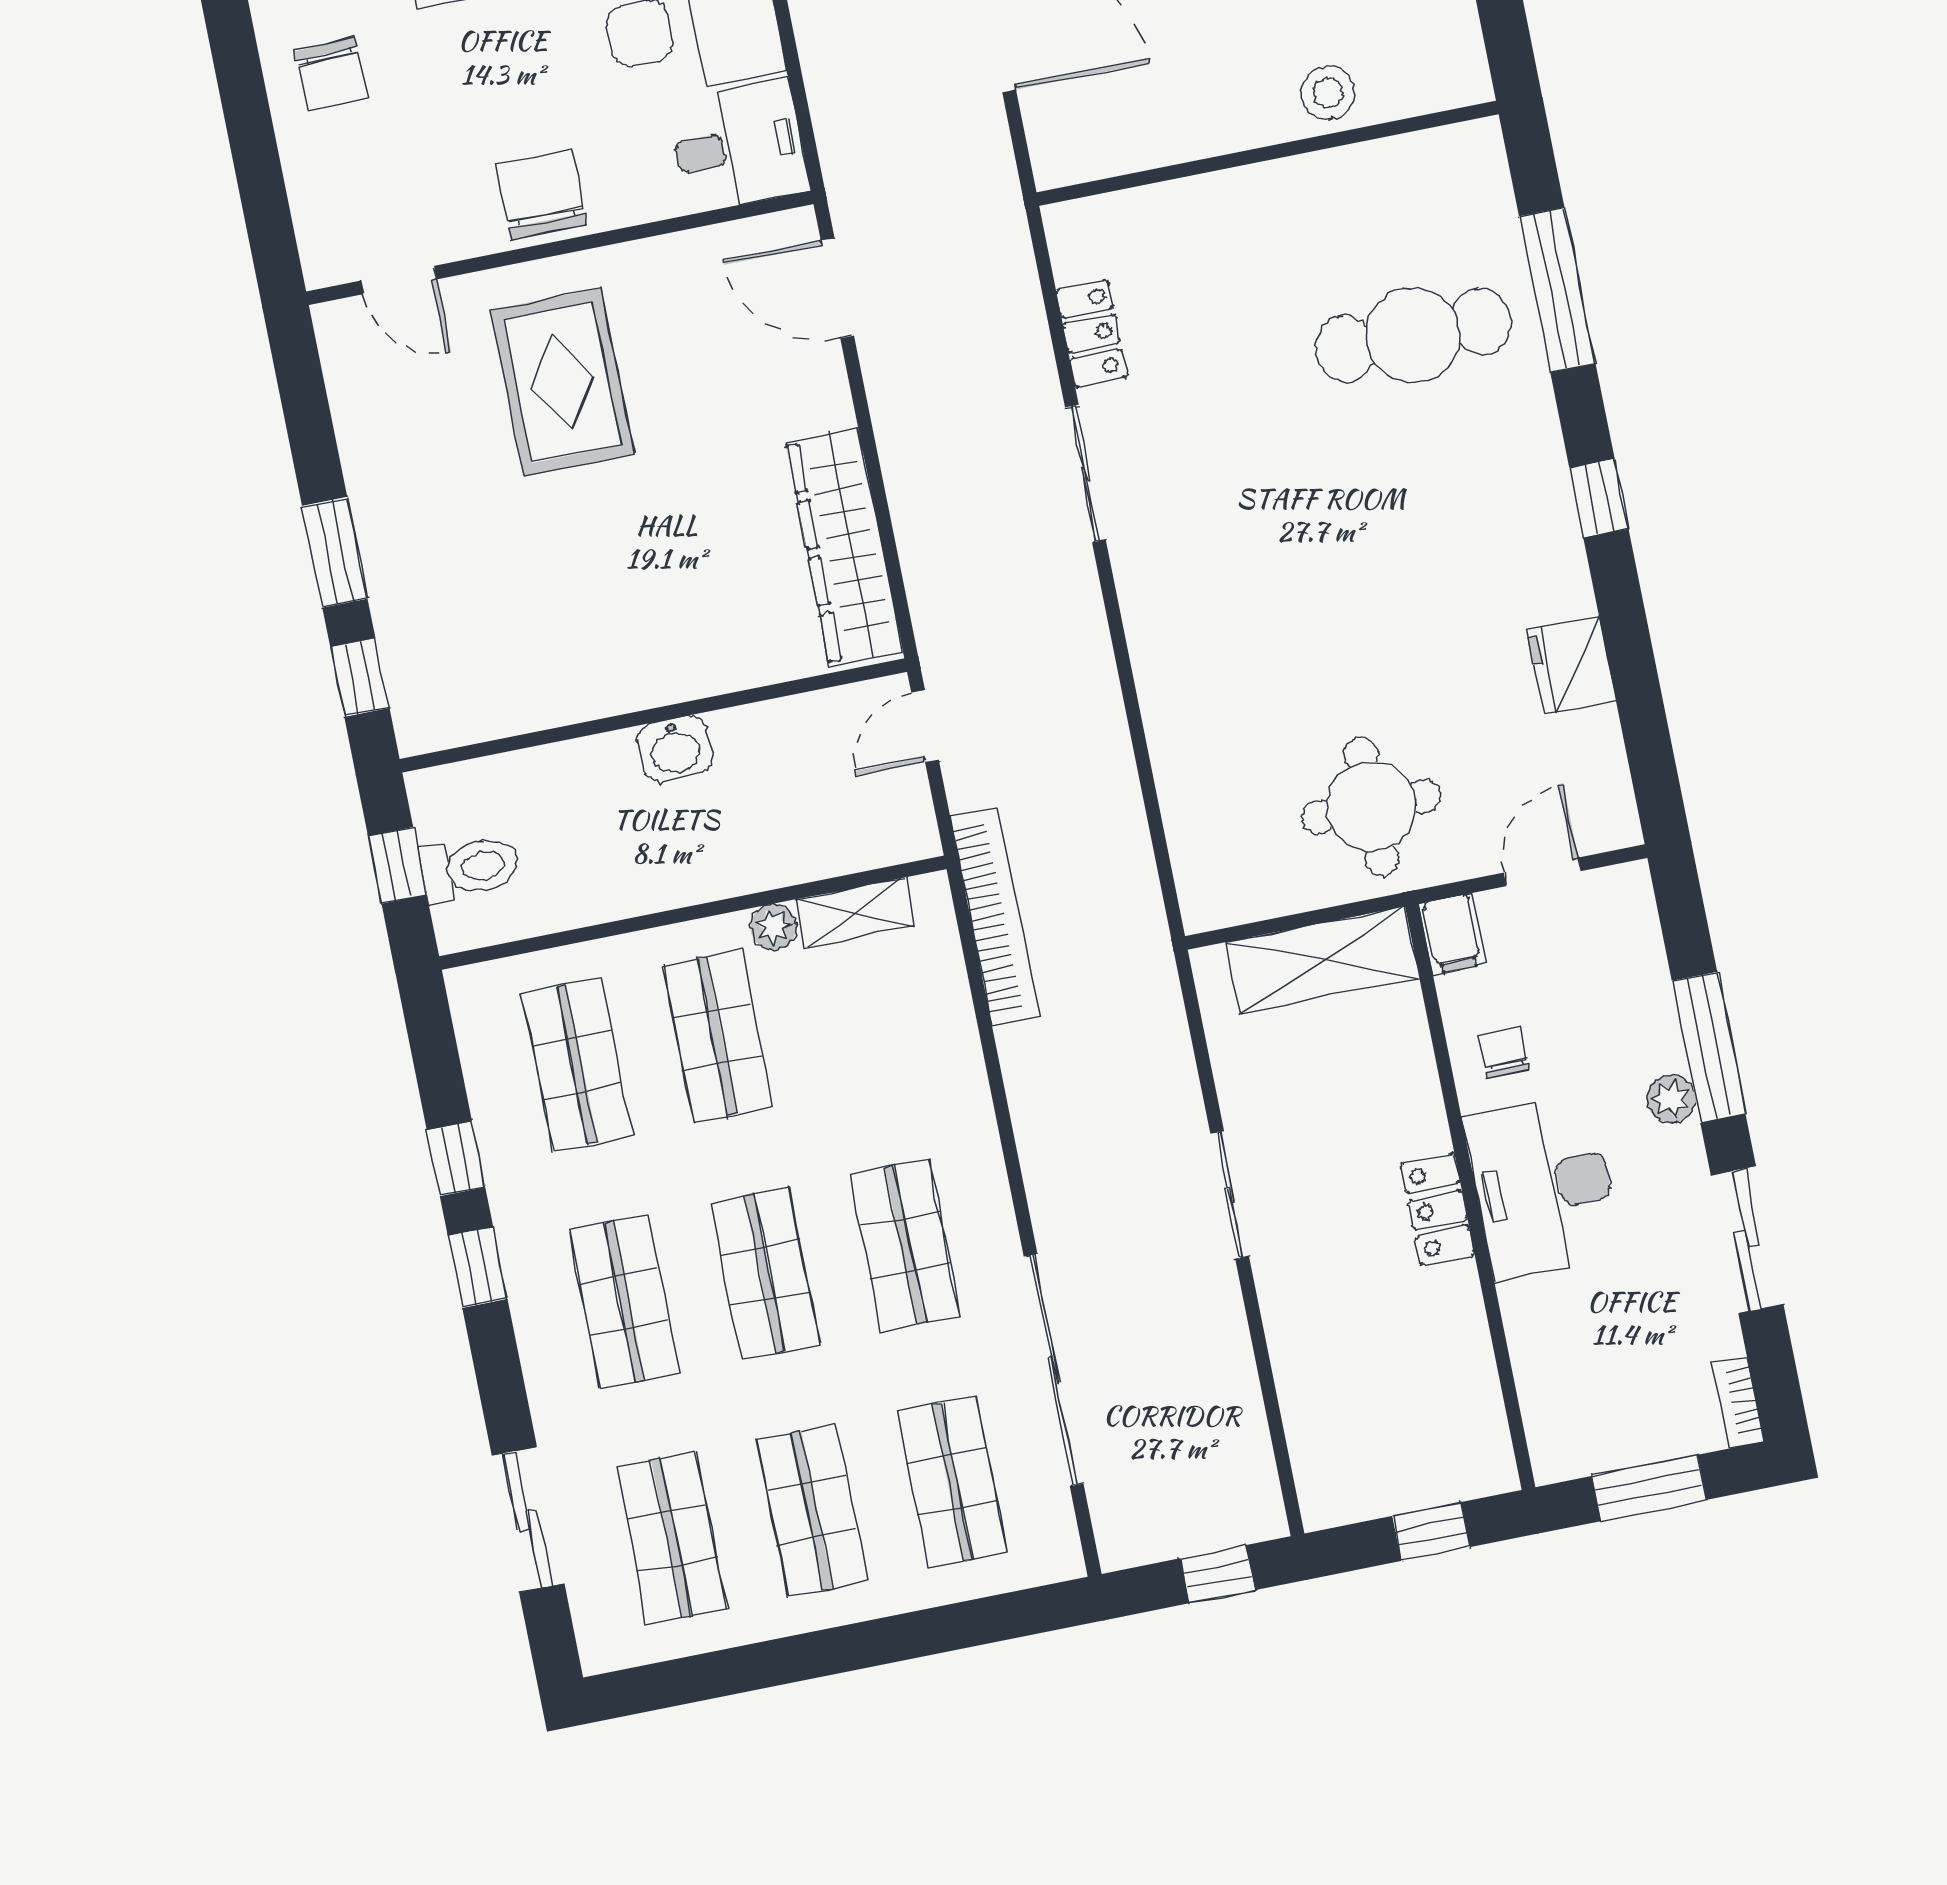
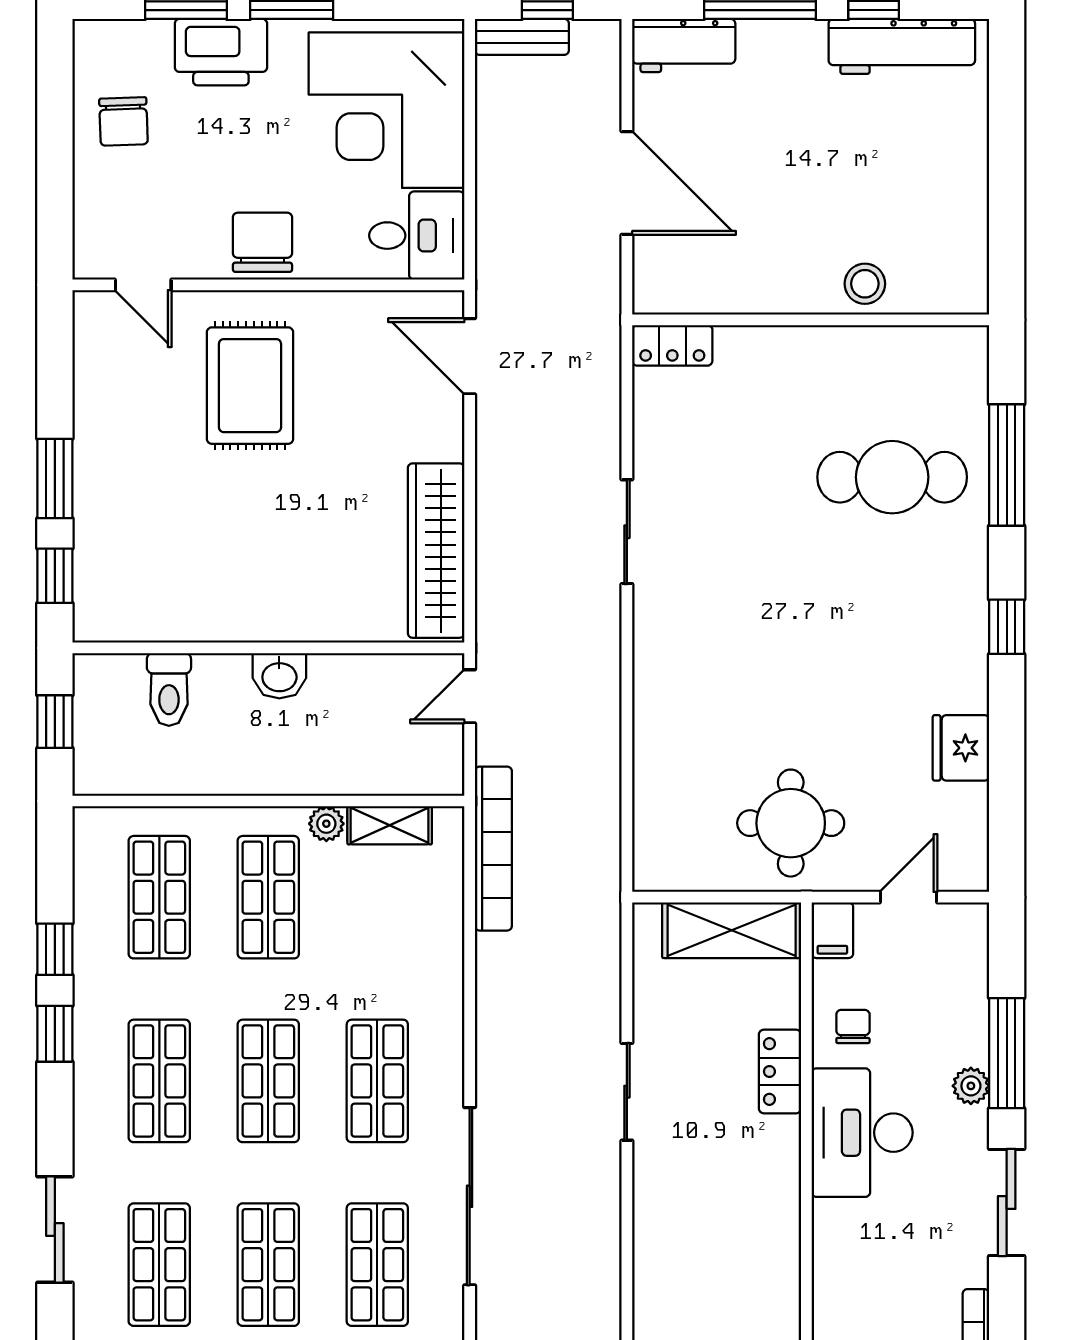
locker: (1092, 333) -> (672, 345), moved, turned 90
toilet: (470, 868) -> (169, 690), moved, turned 90
locker: (1437, 1210) -> (780, 1071), moved

